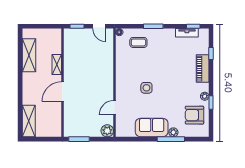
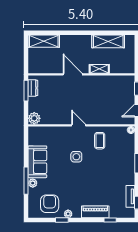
coffee table: (138, 42) -> (100, 141), moved
door: (114, 108) -> (79, 125), moved
dresser: (76, 132) -> (33, 88), added

